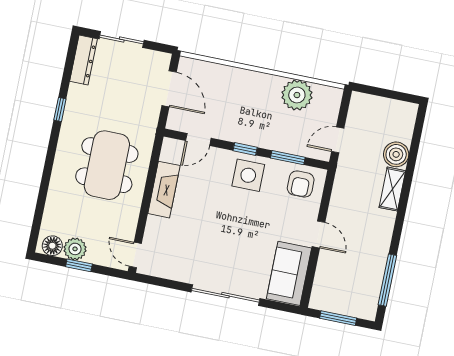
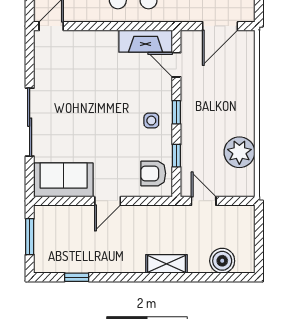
boiler: (396, 154) -> (222, 261), moved
window: (288, 158) -> (176, 156), width x0.67
side table: (248, 175) -> (151, 121), width x0.54, depth x0.54
fireplace: (164, 190) -> (146, 41), moved
window: (387, 280) -> (77, 277), width x0.46

